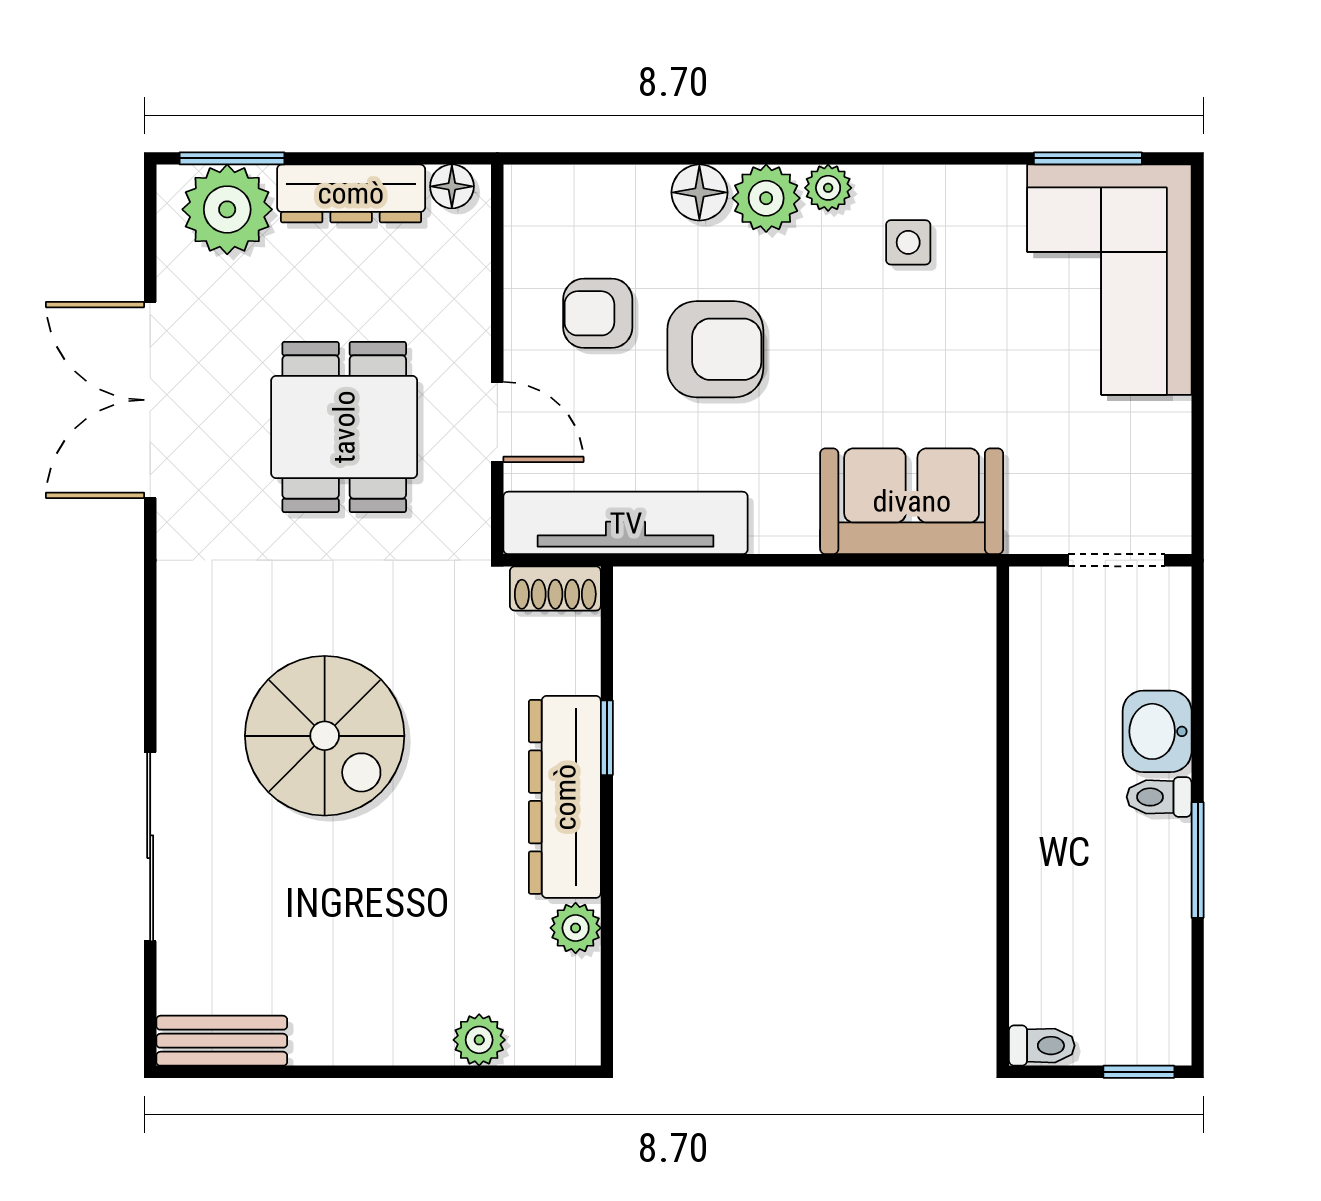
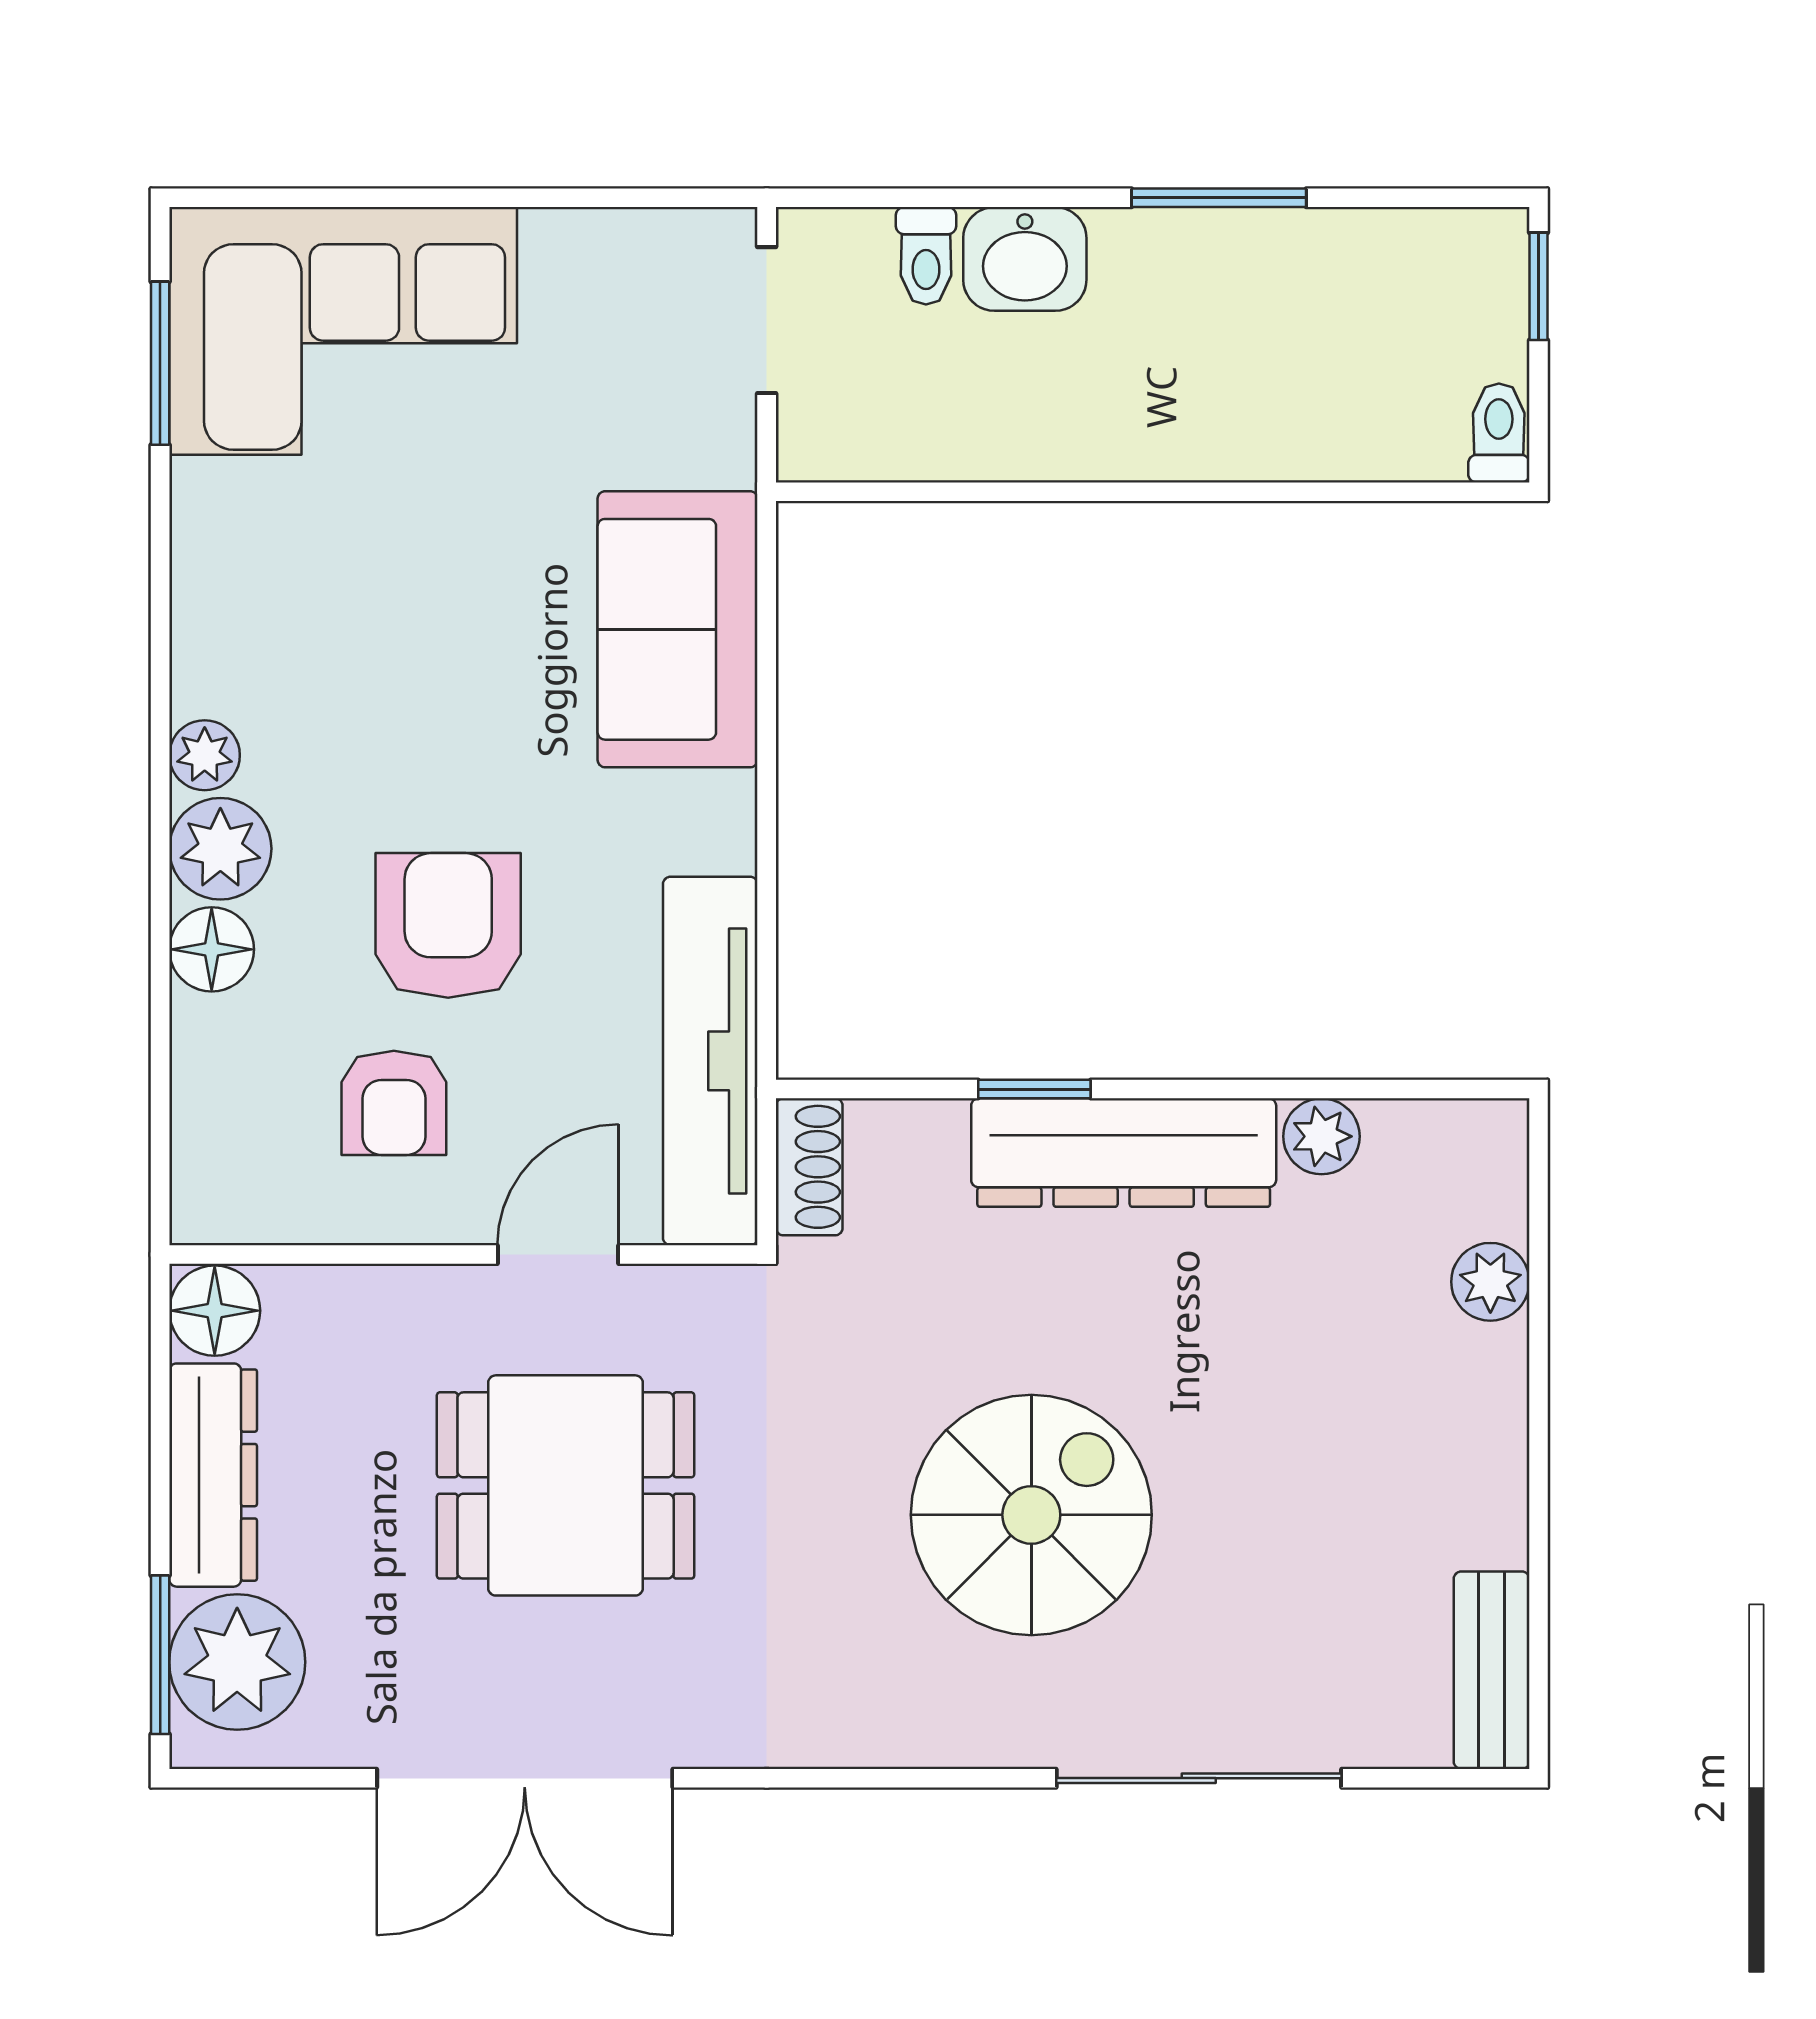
floor lamp: (452, 186) -> (215, 1311), width x1.37, depth x1.37
side table: (908, 242) -> (287, 634), removed
toilet: (1159, 797) -> (926, 256), moved

